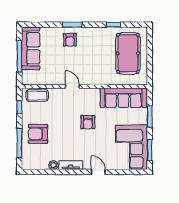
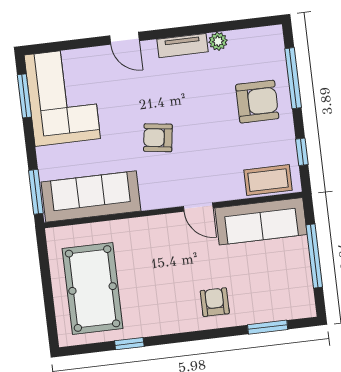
window: (72, 25) -> (268, 327), moved
sofa: (31, 48) -> (261, 221), moved, turned -90
window: (150, 117) -> (36, 192), moved
armchair: (88, 122) -> (158, 138), turned -82

